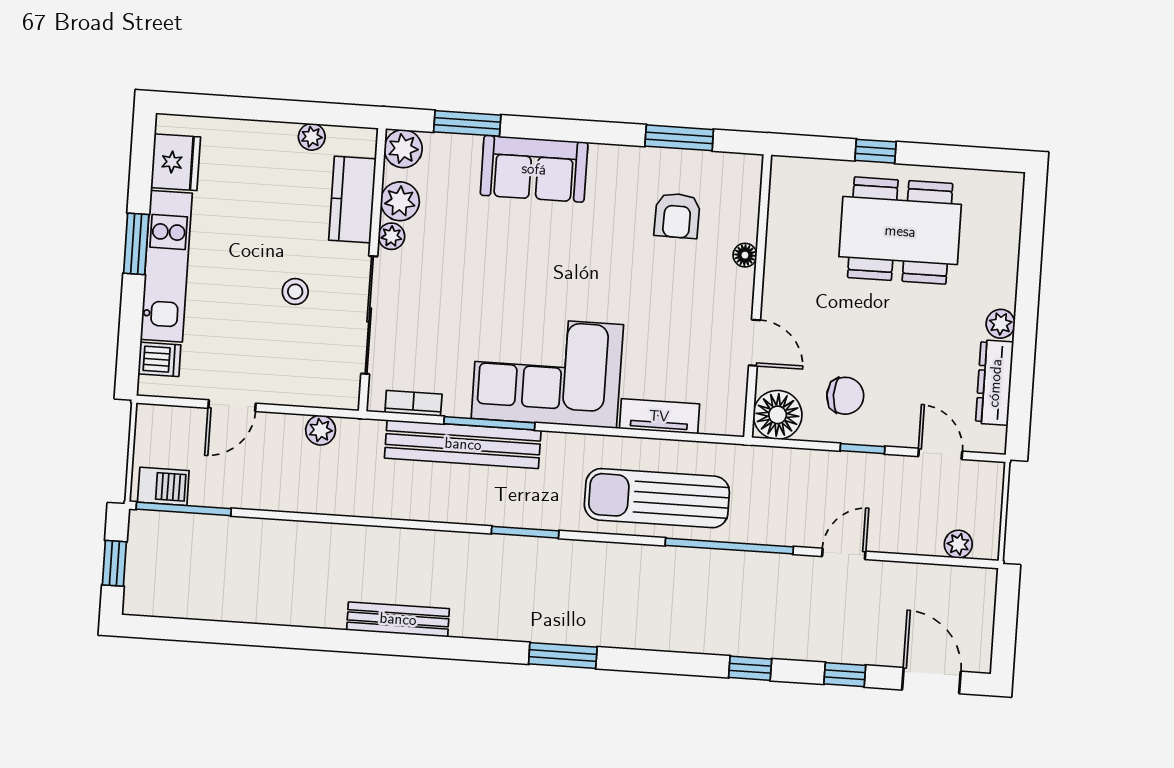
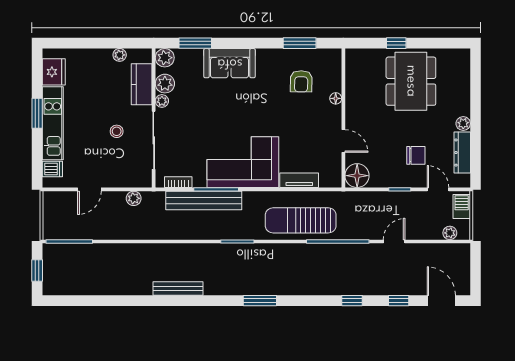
dining table: (900, 231) -> (411, 81), turned 90
chair: (845, 396) -> (416, 155), moved
barbecue: (163, 486) -> (462, 206), moved, turned -90

